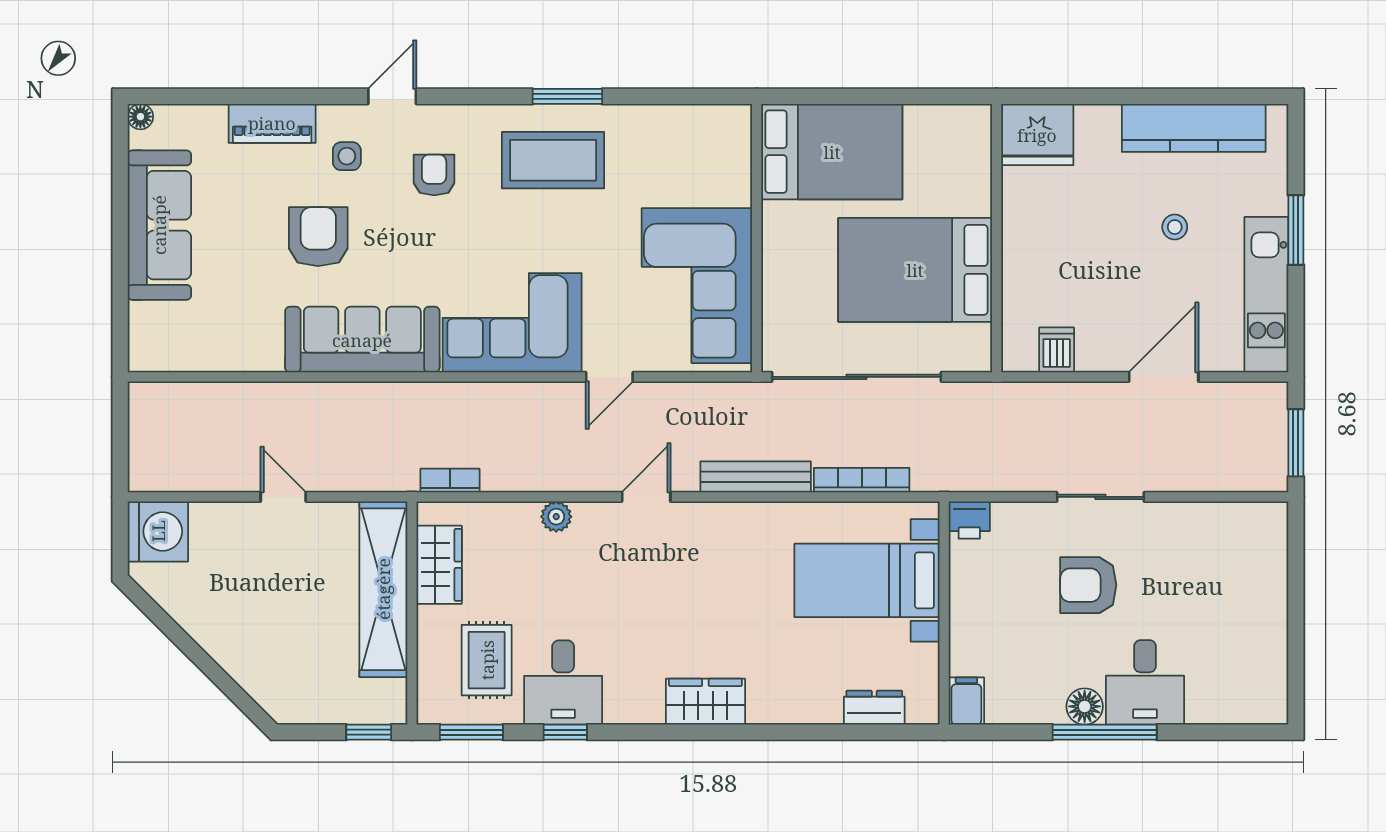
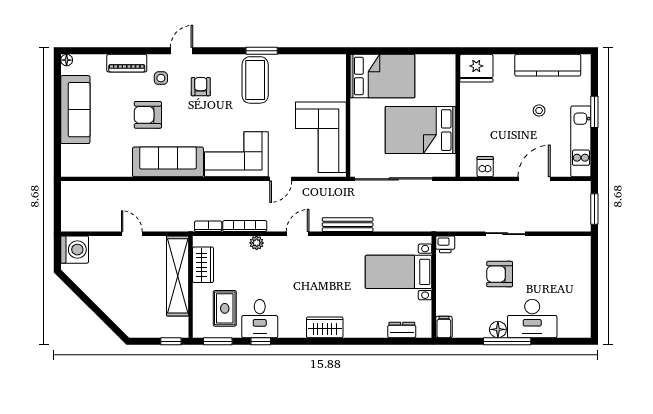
coffee table: (553, 160) -> (255, 80), turned 90
armchair: (318, 237) -> (148, 115), turned -90
bookcase: (862, 480) -> (245, 226), moved
desk: (1145, 682) -> (532, 318), width x1.37

